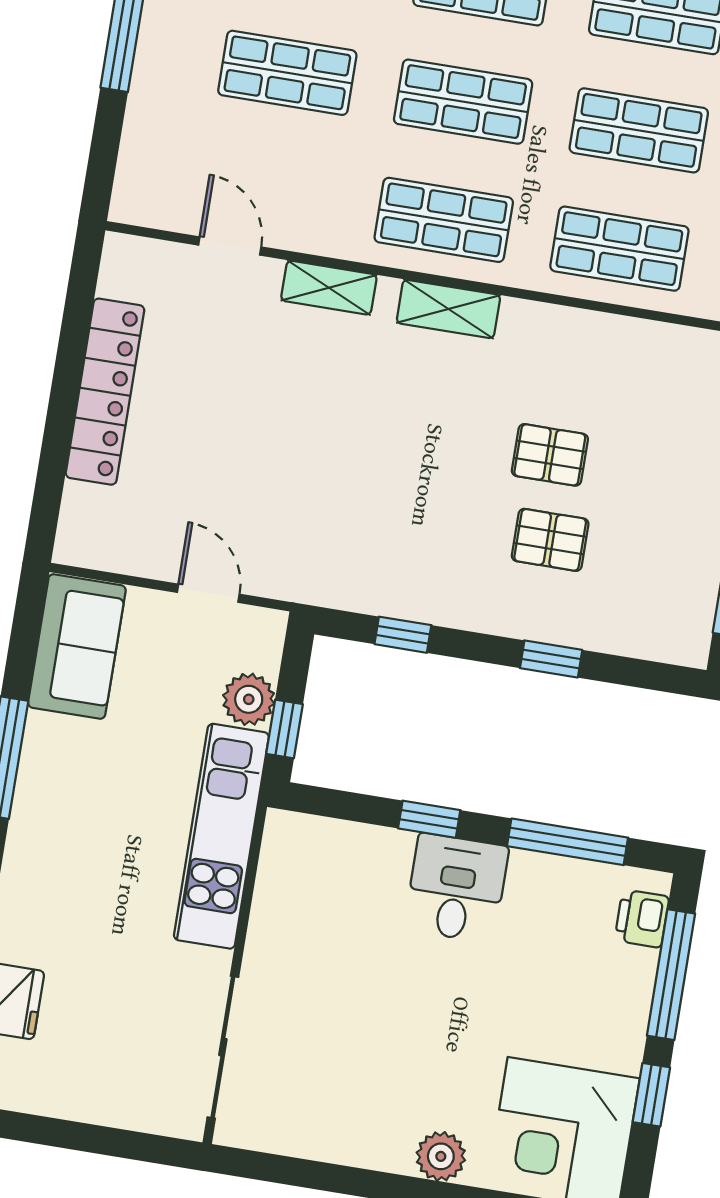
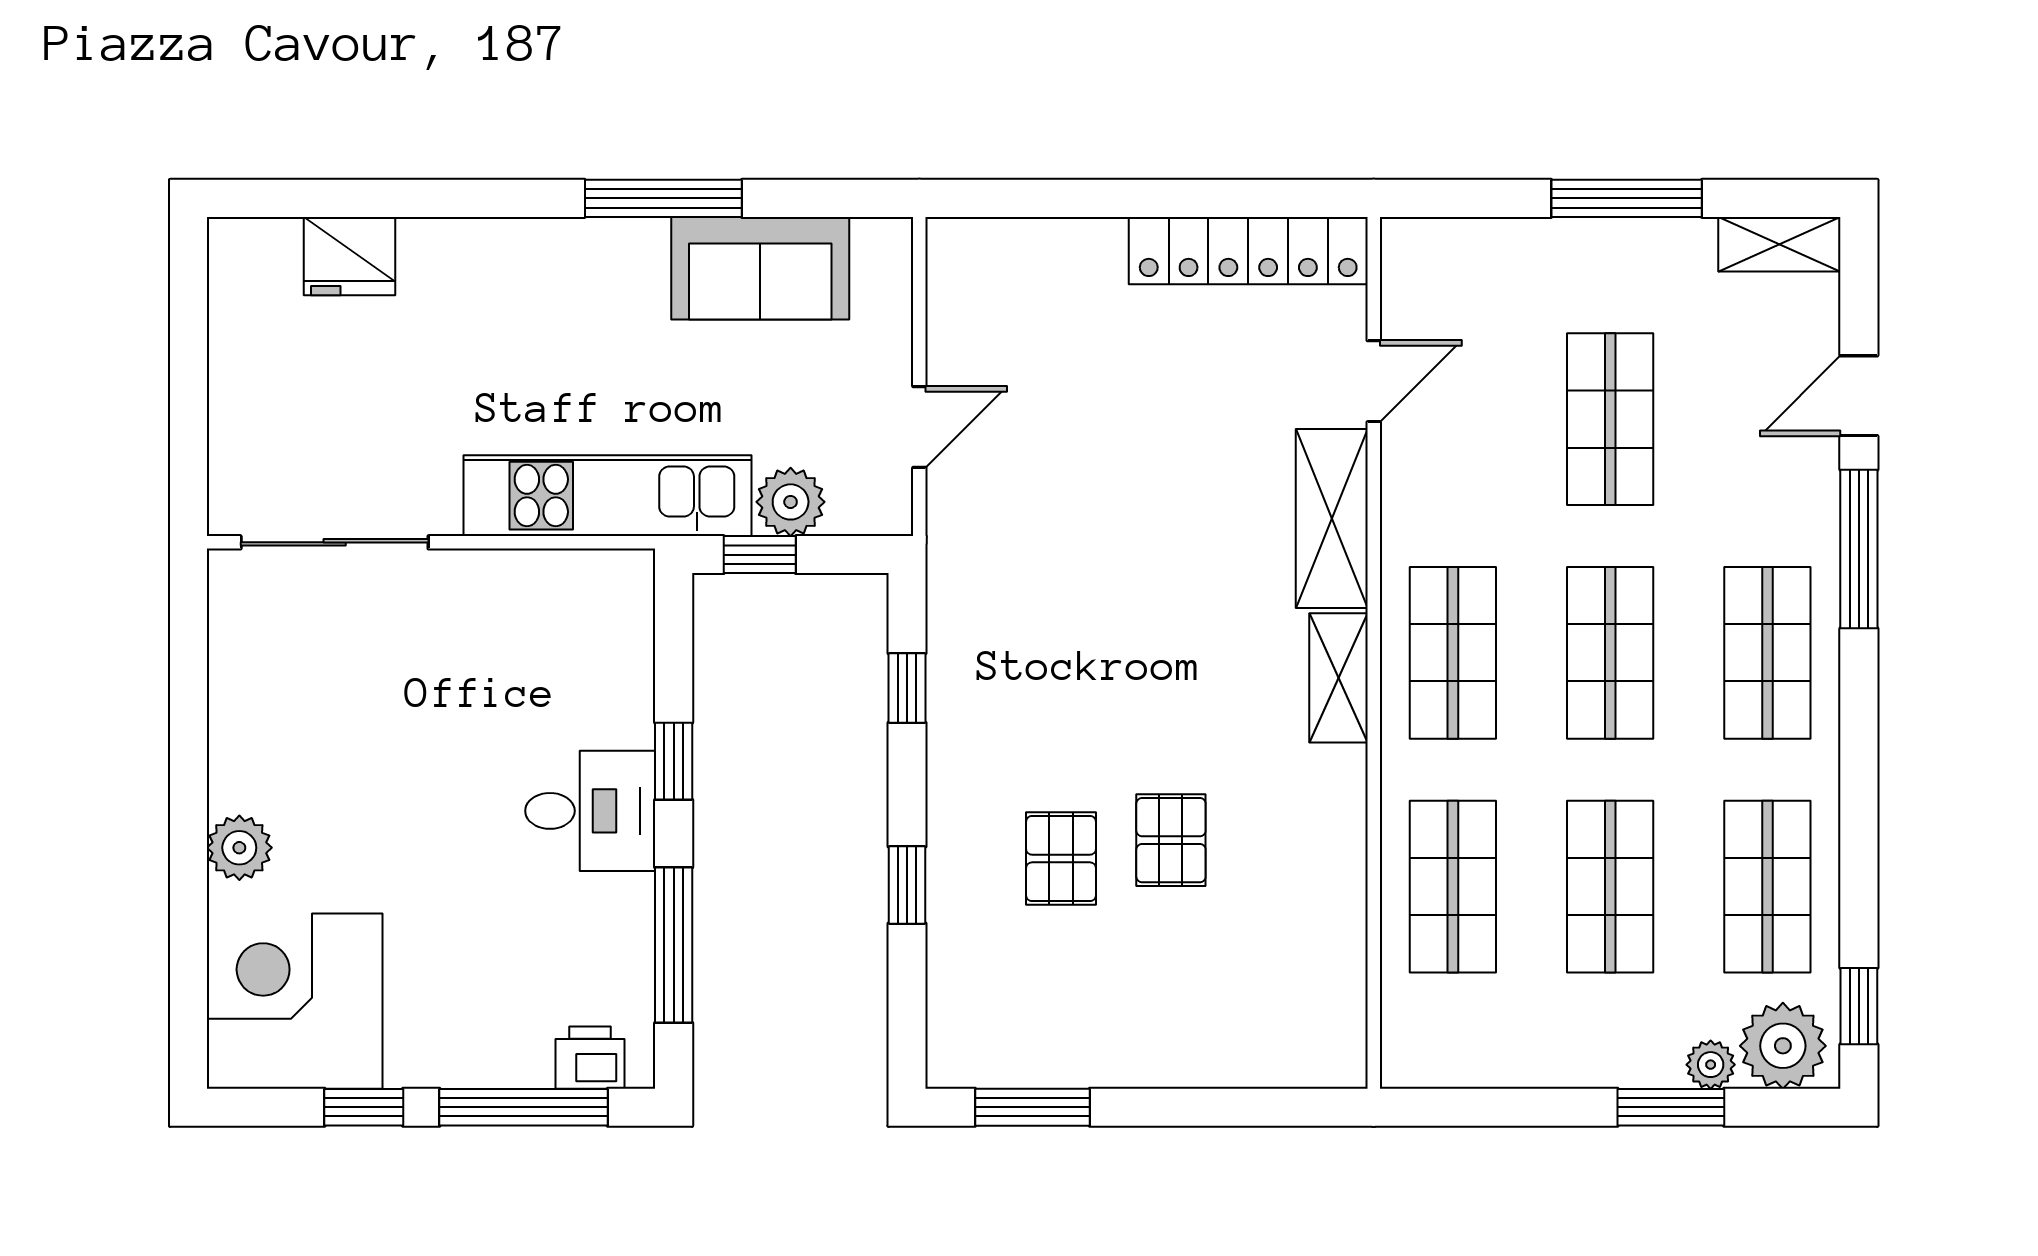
shelving: (329, 288) -> (1332, 518), width x1.50, depth x1.33
locker: (105, 392) -> (1248, 251), moved
sofa: (77, 646) -> (760, 268), moved

